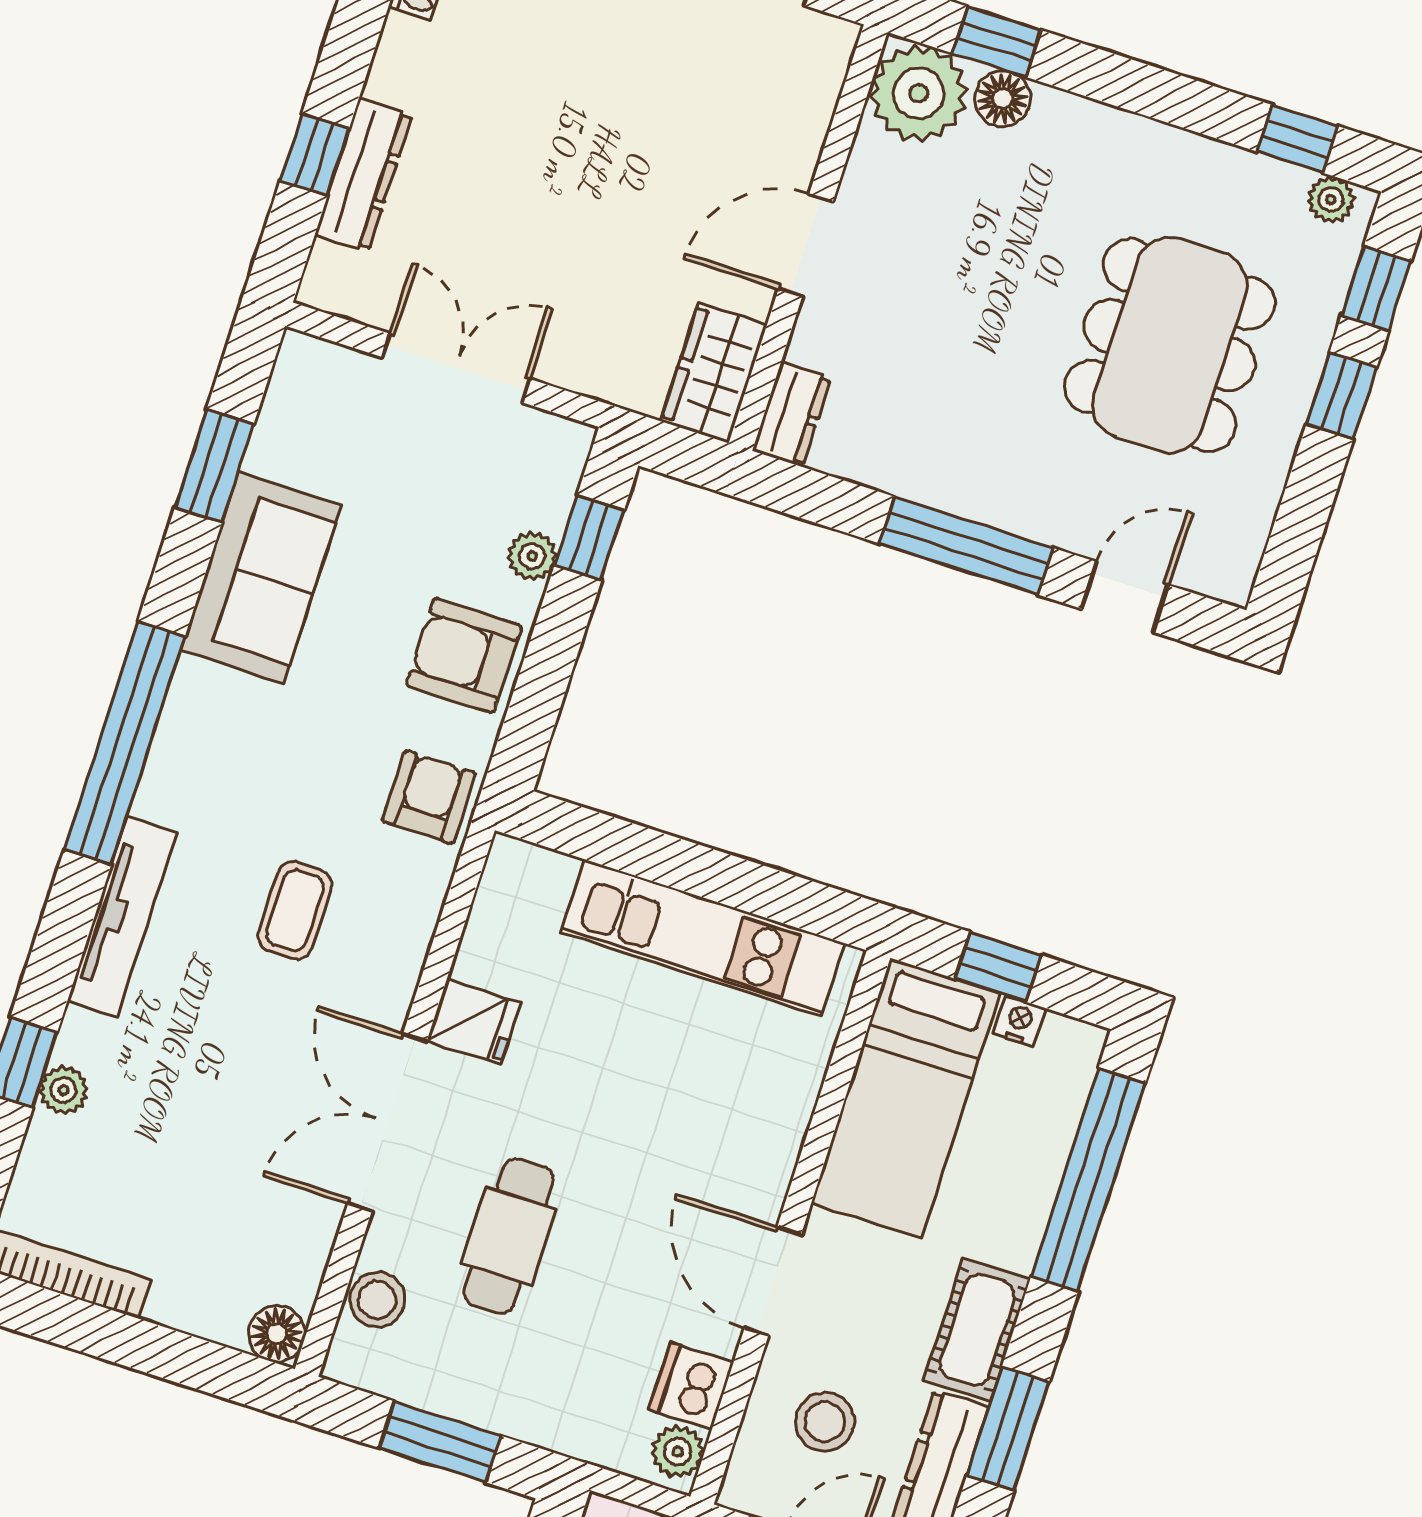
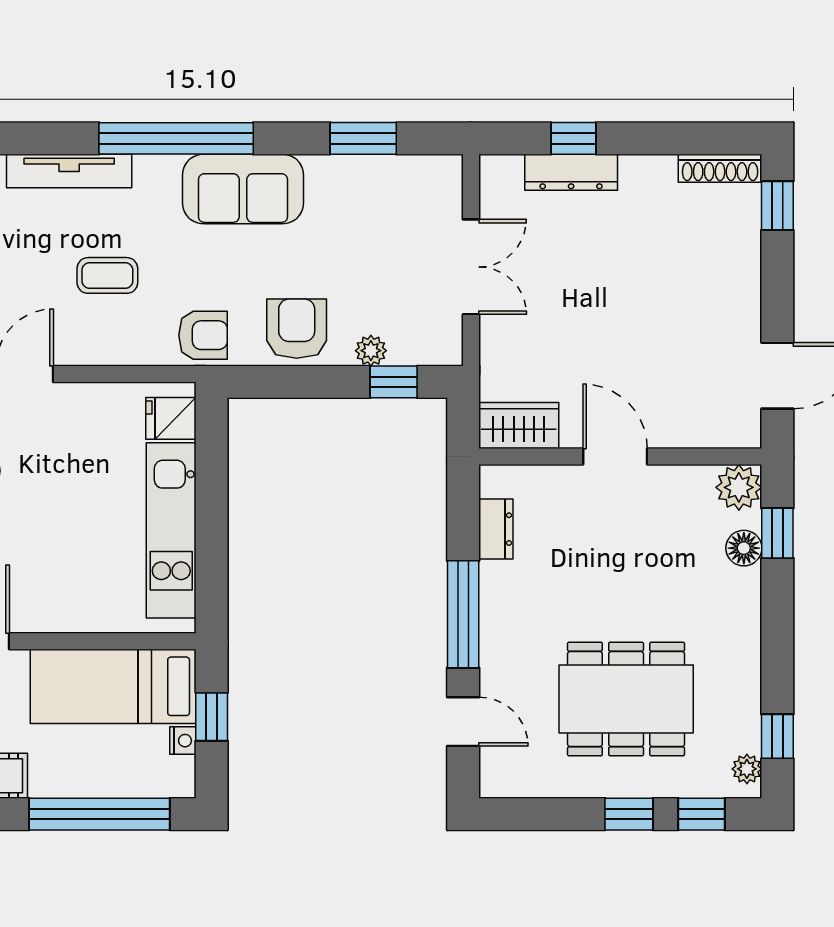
plant: (919, 93) -> (739, 487), width x0.73, depth x0.73
dresser: (792, 414) -> (496, 529), moved, turned -90
sofa: (261, 577) -> (243, 189), moved
fridge: (474, 1022) -> (171, 418), moved, turned 90

